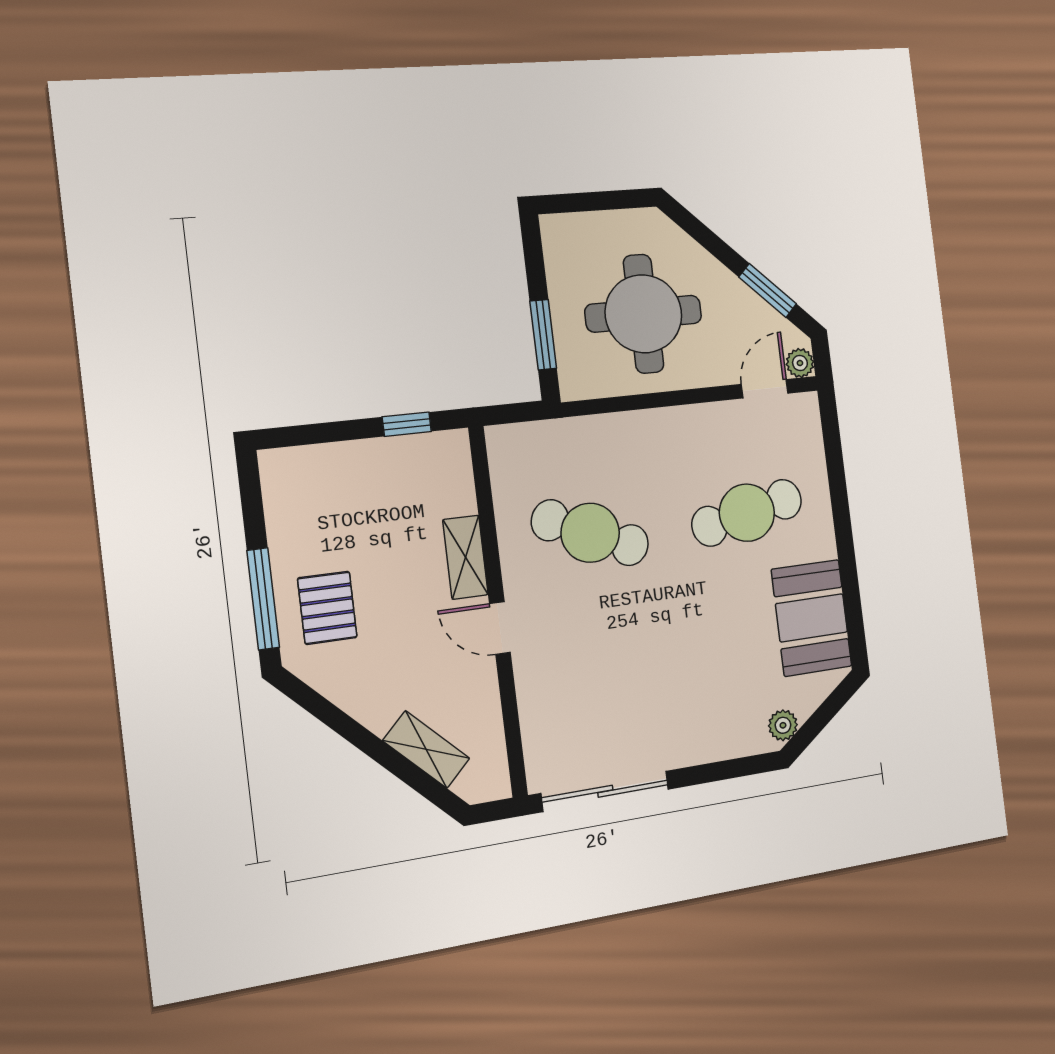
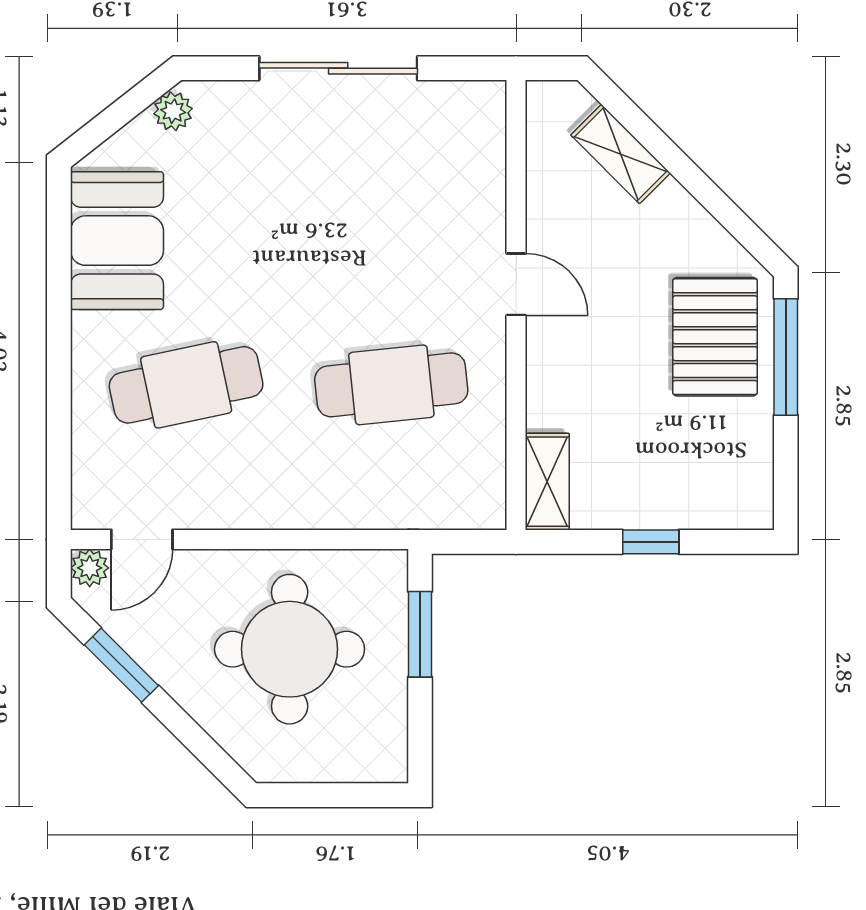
window: (407, 424) -> (651, 542), moved
cafe table: (590, 533) -> (391, 385), turned -30
shelving: (465, 557) -> (547, 482), moved
pallet: (327, 608) -> (715, 337), width x1.50, depth x1.42
sliding door: (605, 791) -> (338, 68), moved

